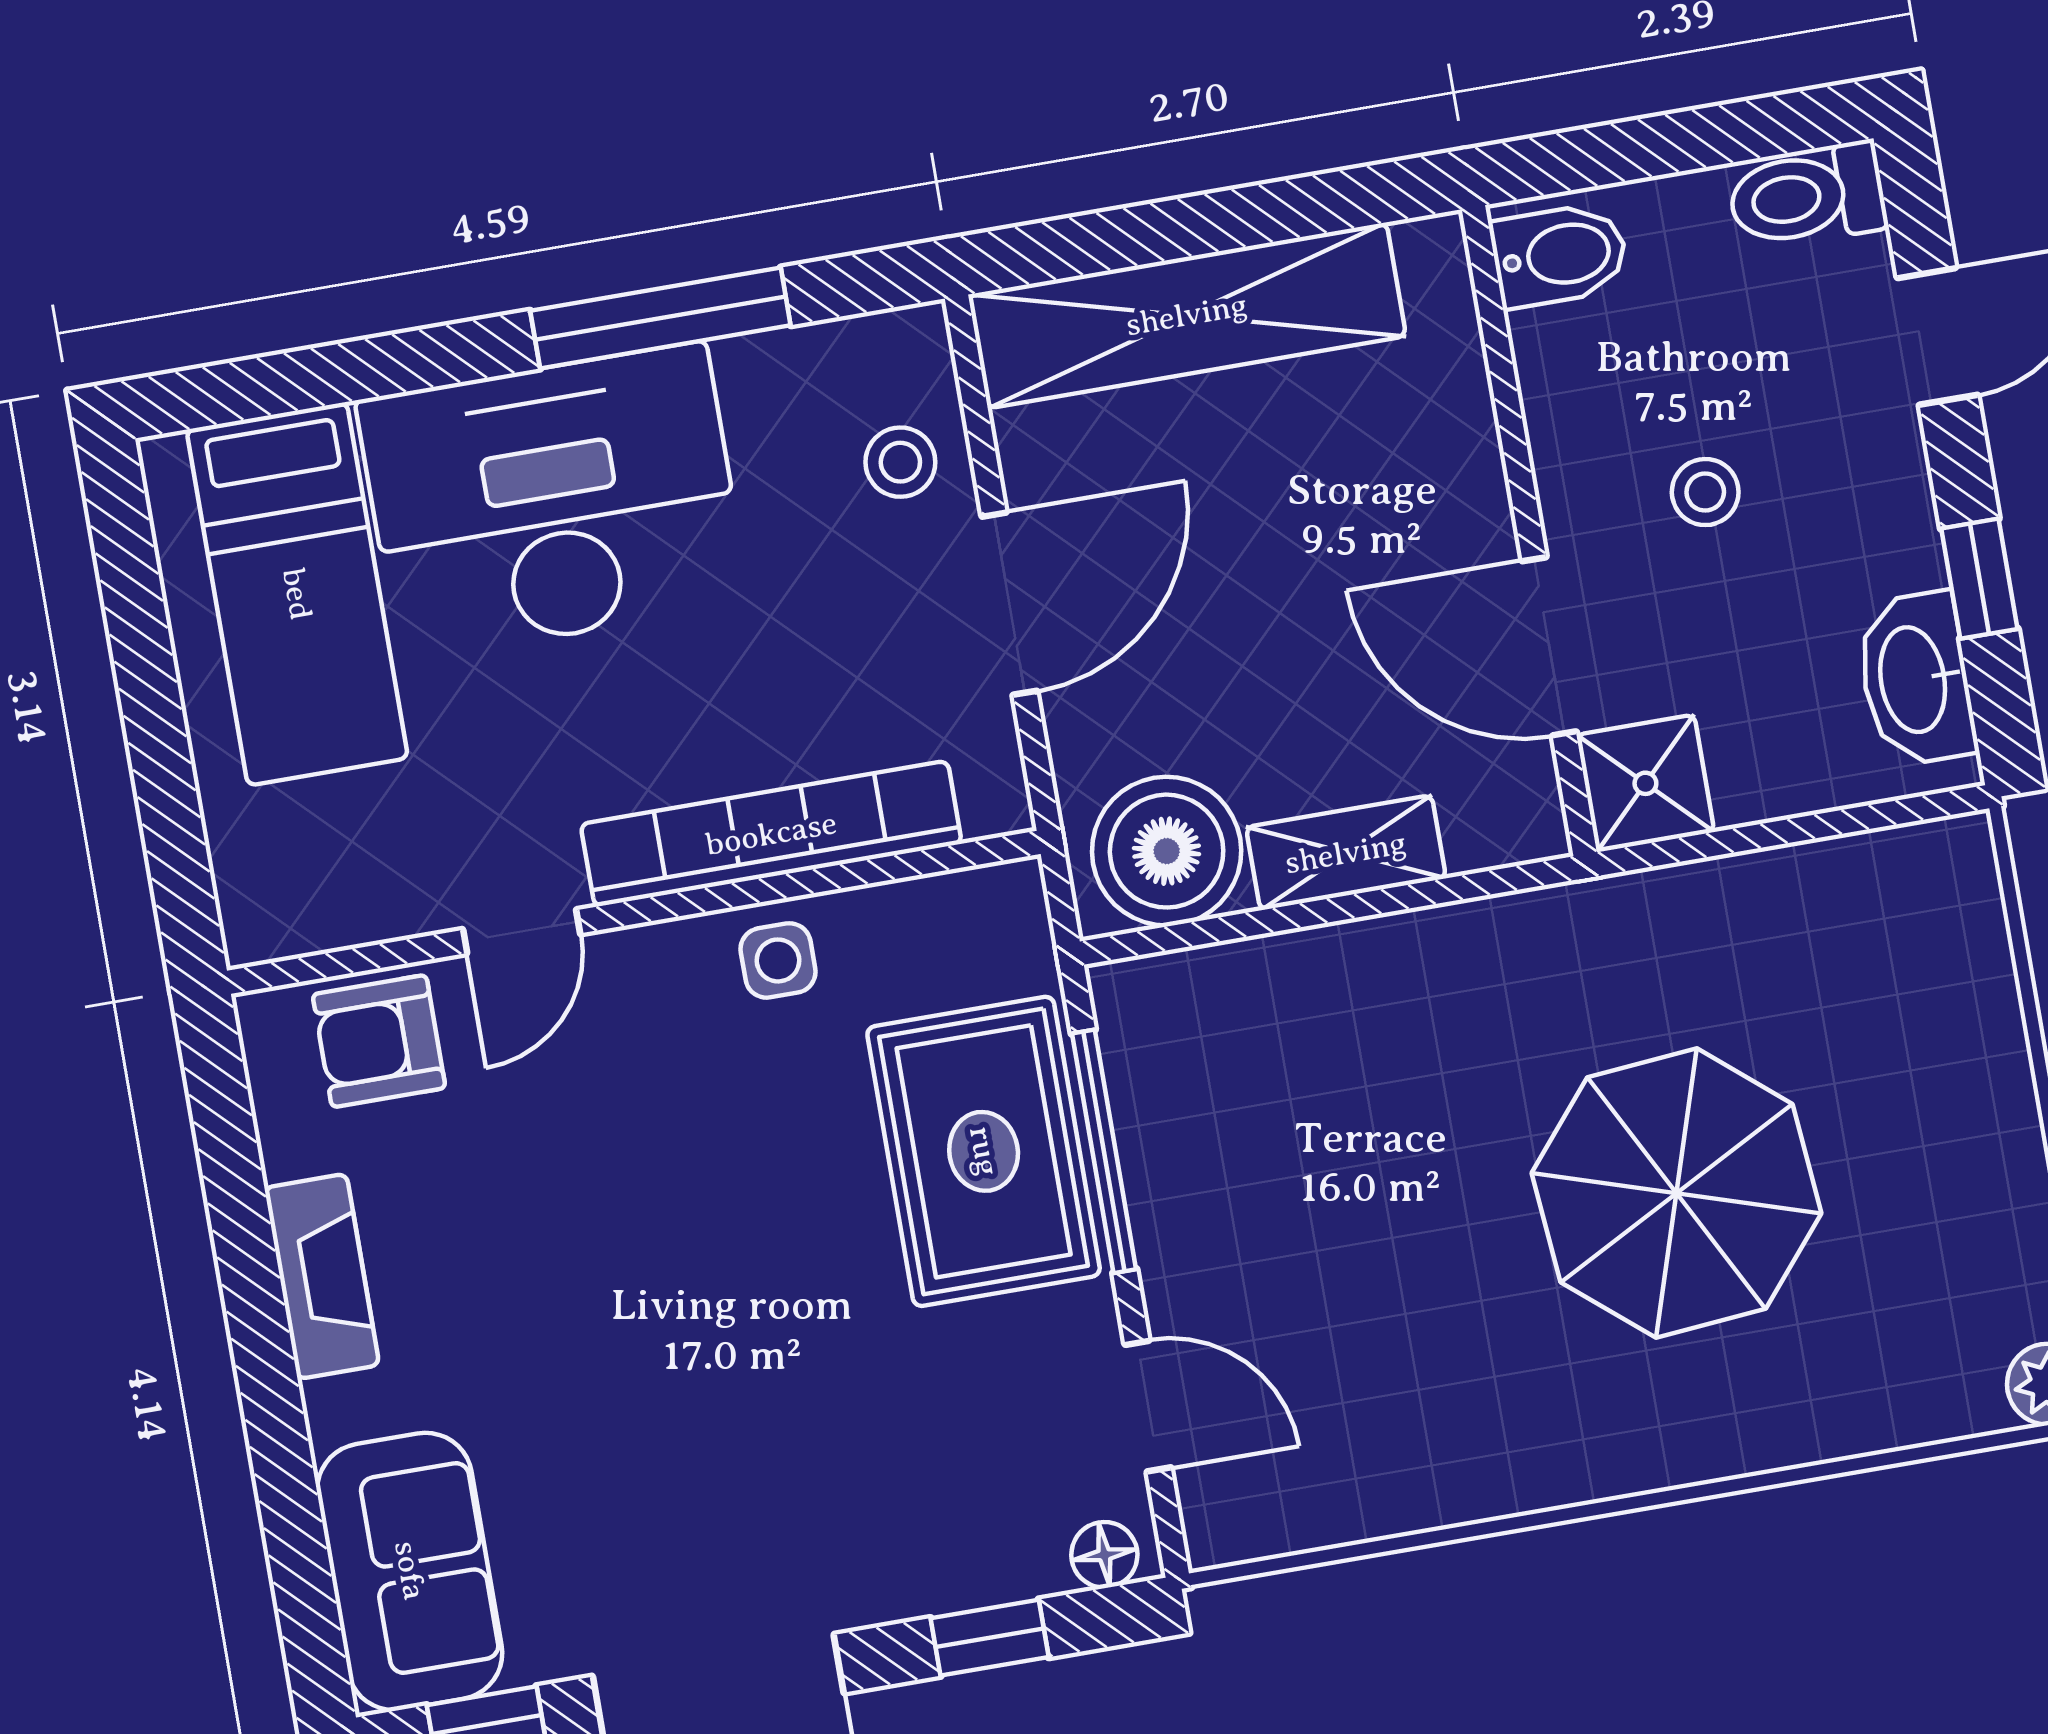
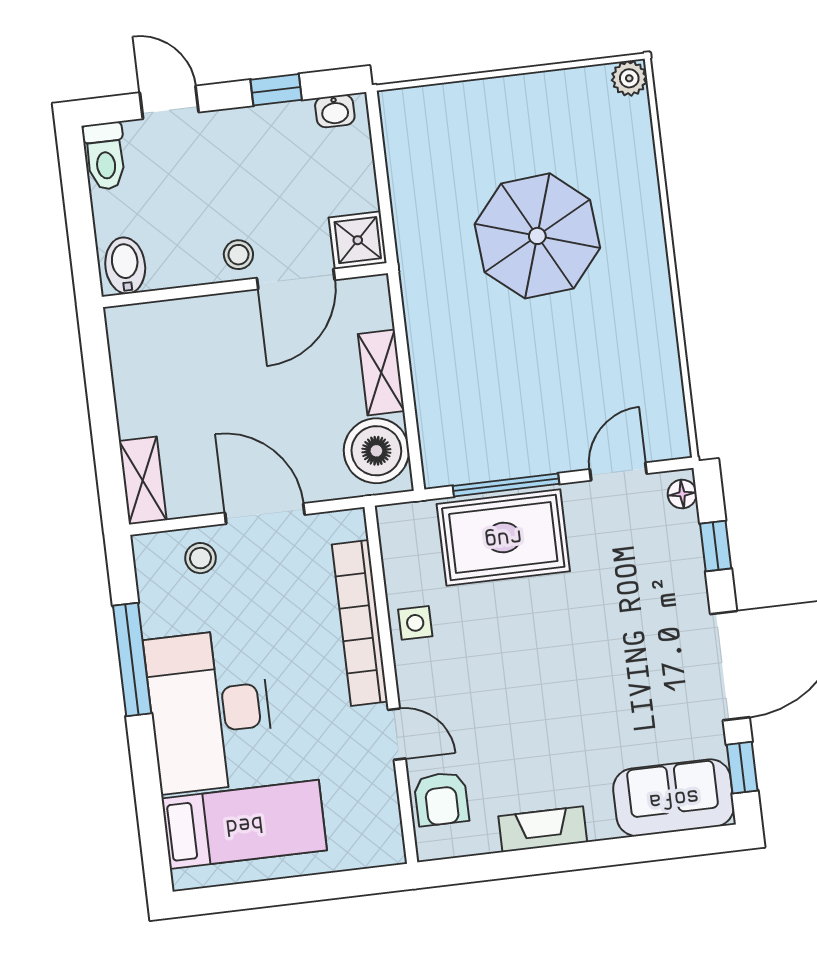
shelving: (1187, 315) -> (143, 481), width x0.45, depth x0.75
stool: (1705, 492) -> (238, 255), moved
washbasin: (1916, 679) -> (335, 111), width x0.52, depth x0.69

